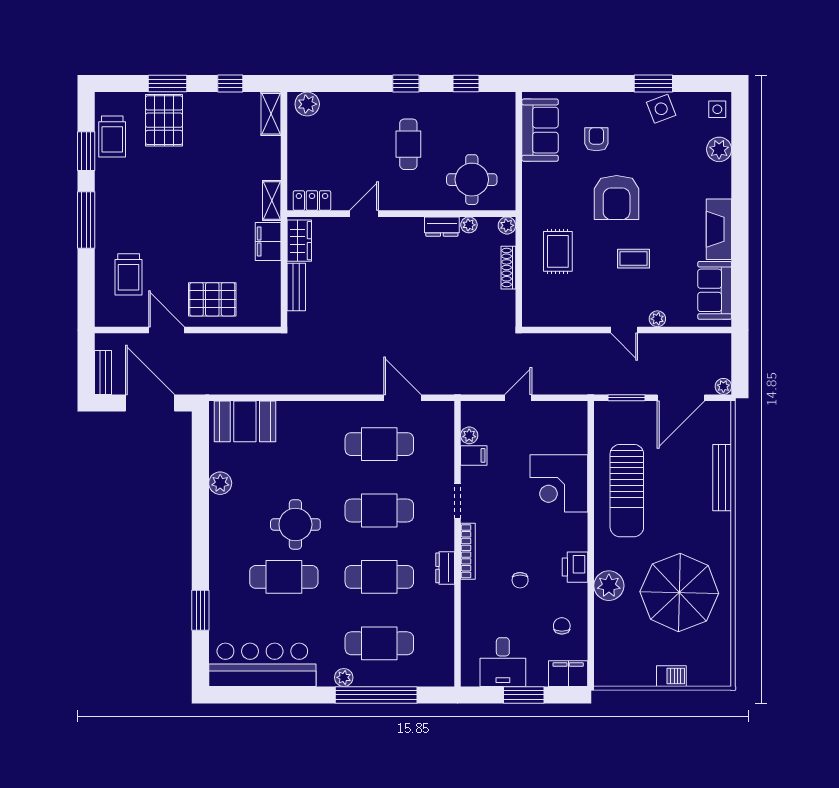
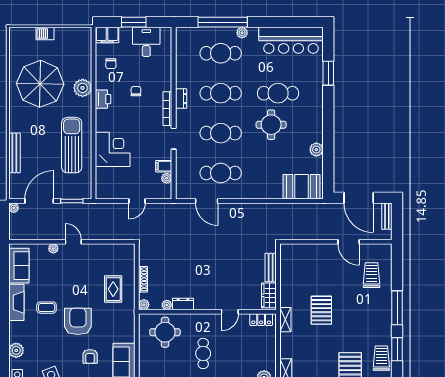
filing cabinet: (268, 241) -> (288, 295), removed
coffee table: (633, 259) -> (47, 308), moved
pallet: (212, 299) -> (321, 310), moved, turned 90

